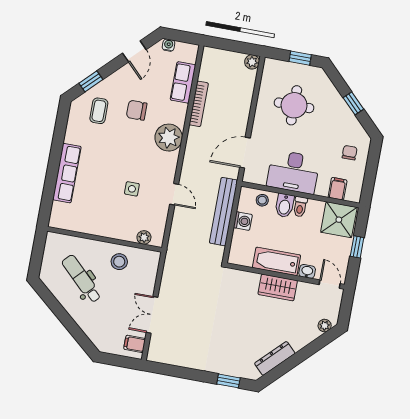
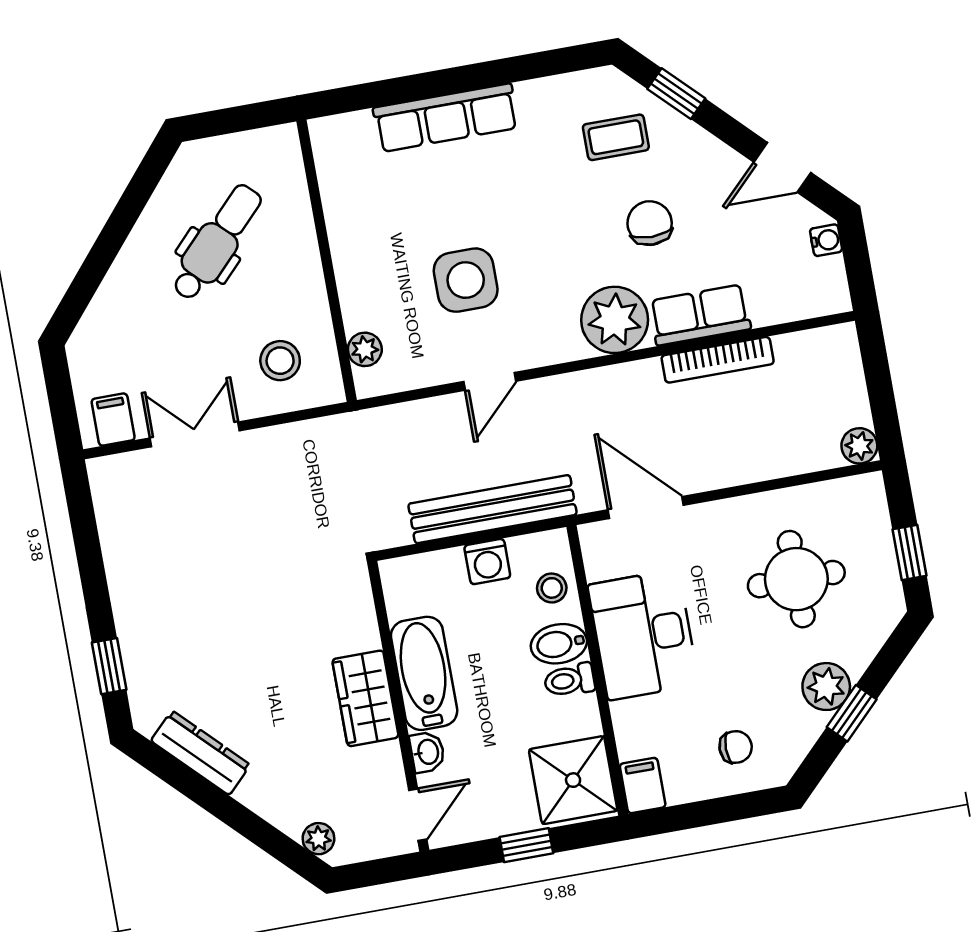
row of seats: (183, 82) -> (700, 315), moved
plant: (339, 109) -> (826, 687), added
side table: (132, 189) -> (466, 280), width x1.87, depth x1.87
filing cabinet: (338, 189) -> (643, 786), moved, turned -90
stool: (119, 262) -> (280, 361), moved

